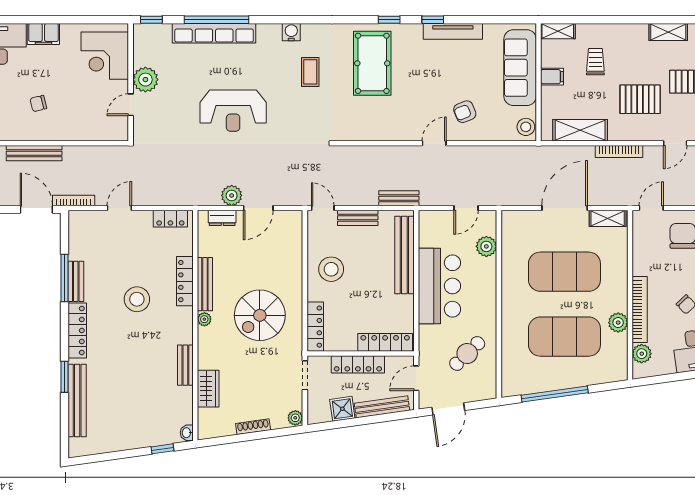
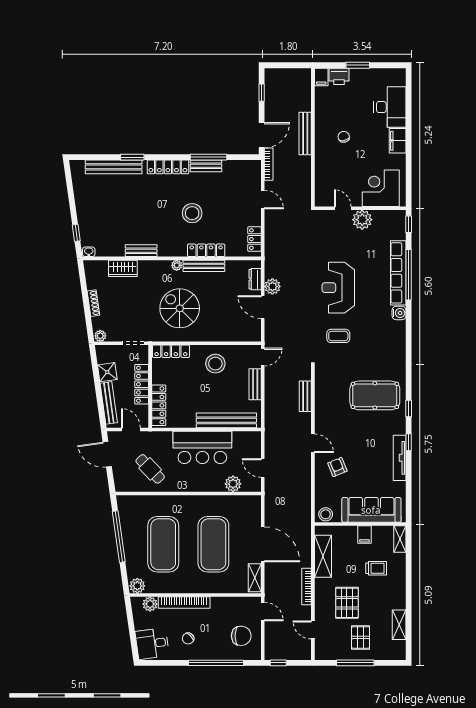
water cooler: (291, 32) -> (399, 313), moved
coffee table: (310, 72) -> (338, 336), moved
bench: (399, 198) -> (305, 396), moved
plant: (618, 323) -> (137, 586), moved

